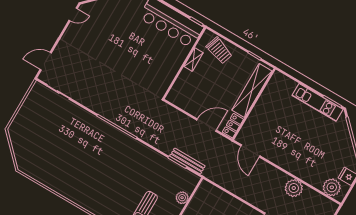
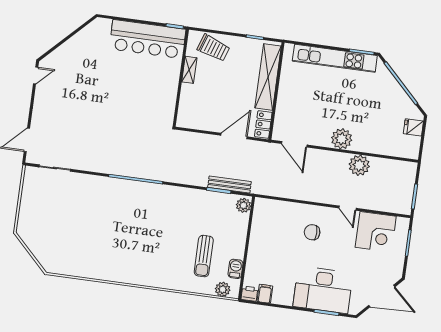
kitchen unit: (317, 102) -> (335, 58), width x1.36
plant: (332, 187) -> (342, 139), moved
plant: (182, 198) -> (243, 205), moved

